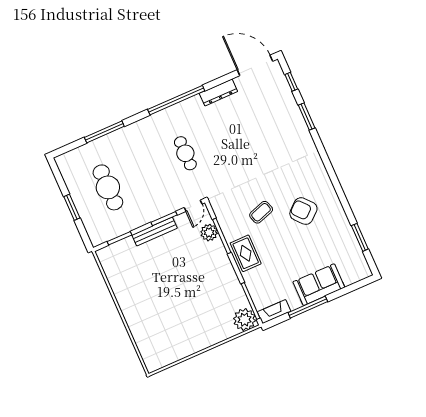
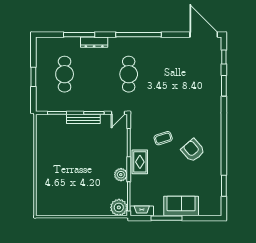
dresser: (218, 92) -> (94, 42), moved
cafe table: (185, 153) -> (129, 74), width x1.37, depth x1.35
plant: (209, 233) -> (121, 175), moved

